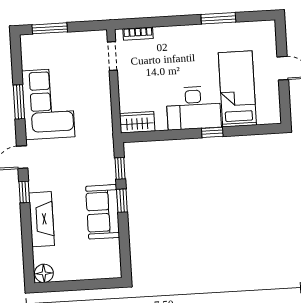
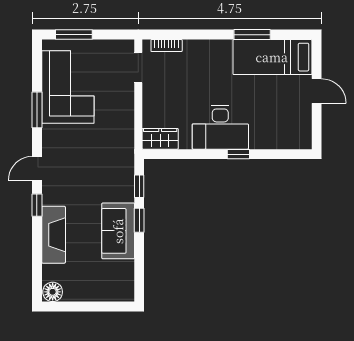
bed: (237, 89) -> (272, 57), moved, turned -90
corner sofa: (48, 104) -> (68, 87), moved

